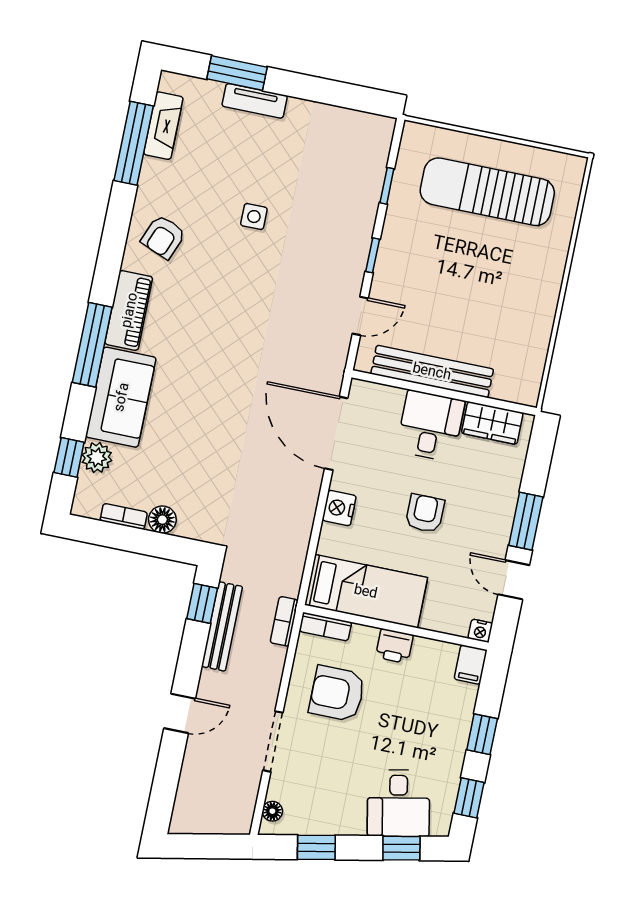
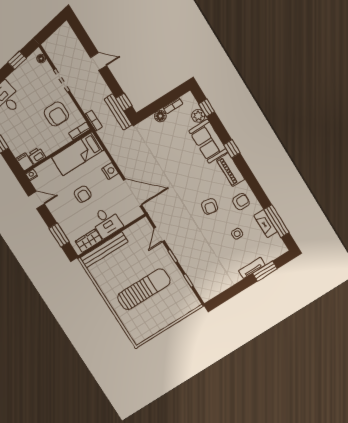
fireplace: (163, 126) -> (266, 224), moved
sun lounger: (487, 192) -> (144, 289), moved
side table: (254, 217) -> (237, 234), moved
armchair: (163, 237) -> (241, 202), turned 68
armchair: (226, 281) -> (210, 206), added
window: (92, 345) -> (232, 149), width x0.46
bench: (432, 371) -> (104, 250), moved
window: (526, 521) -> (59, 235), moved
bench: (222, 626) -> (118, 112), moved
printer: (394, 646) -> (37, 156), moved
armchair: (337, 693) -> (56, 114), turned 90
door: (180, 713) -> (98, 62), swing flipped

